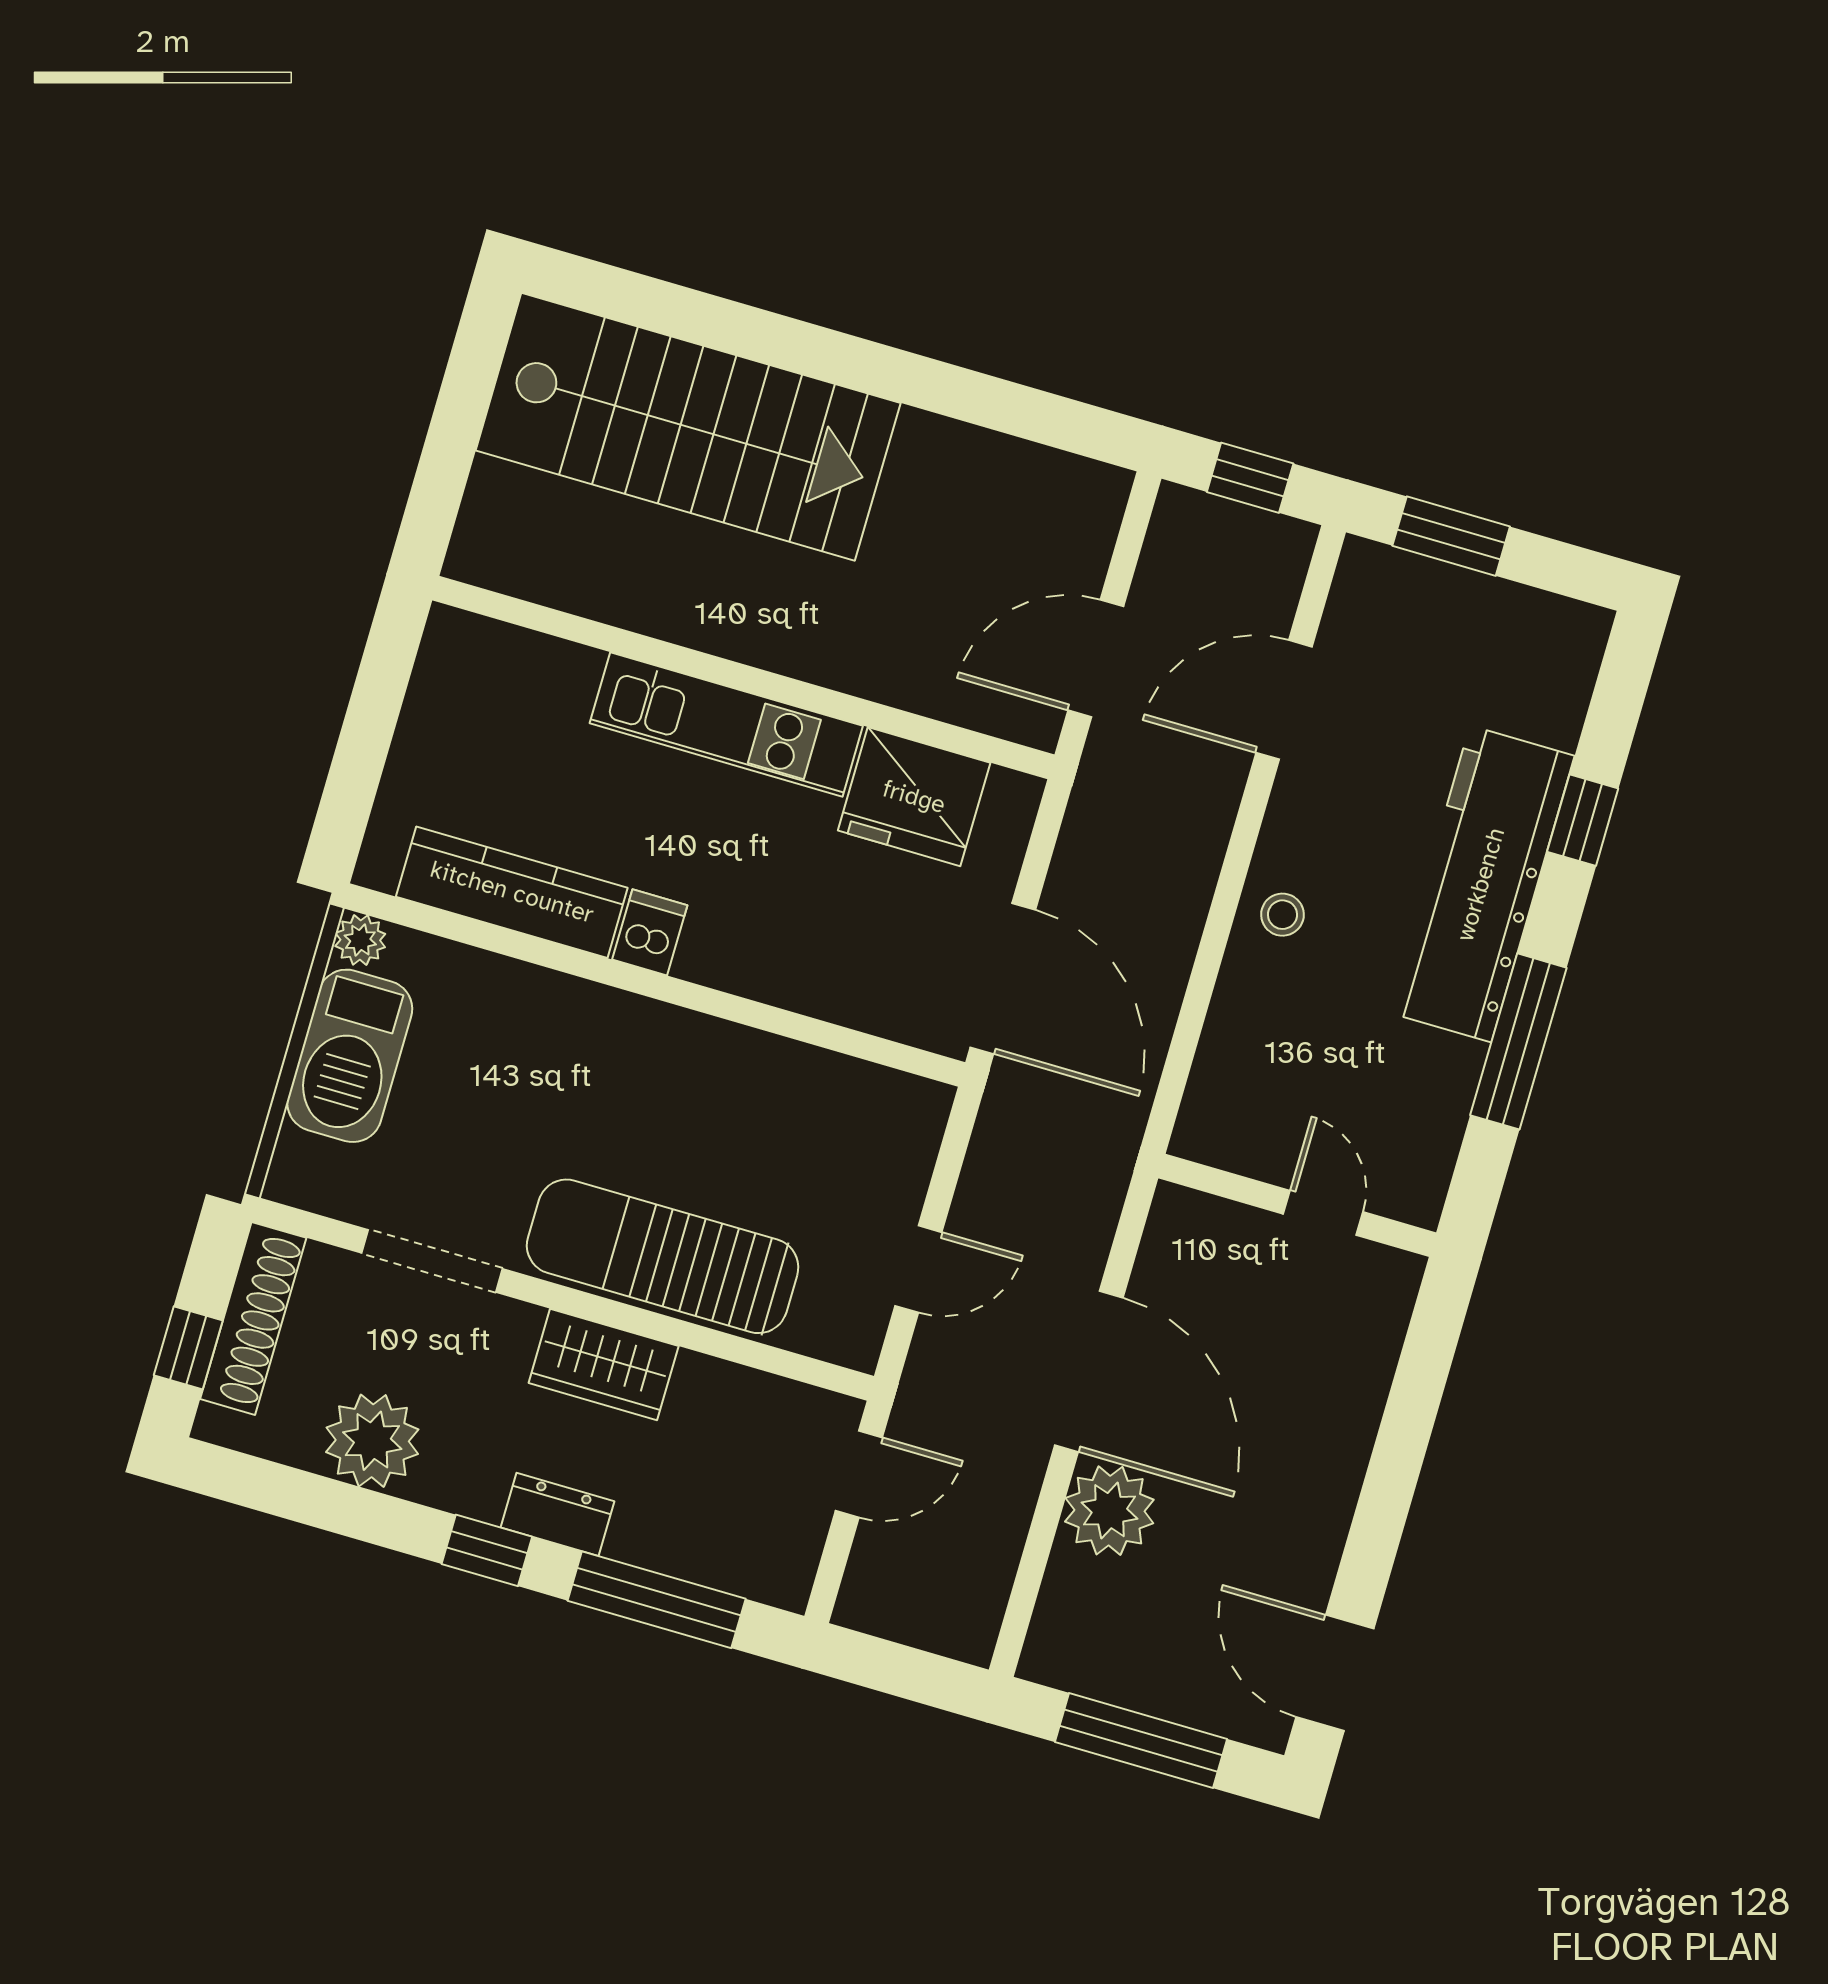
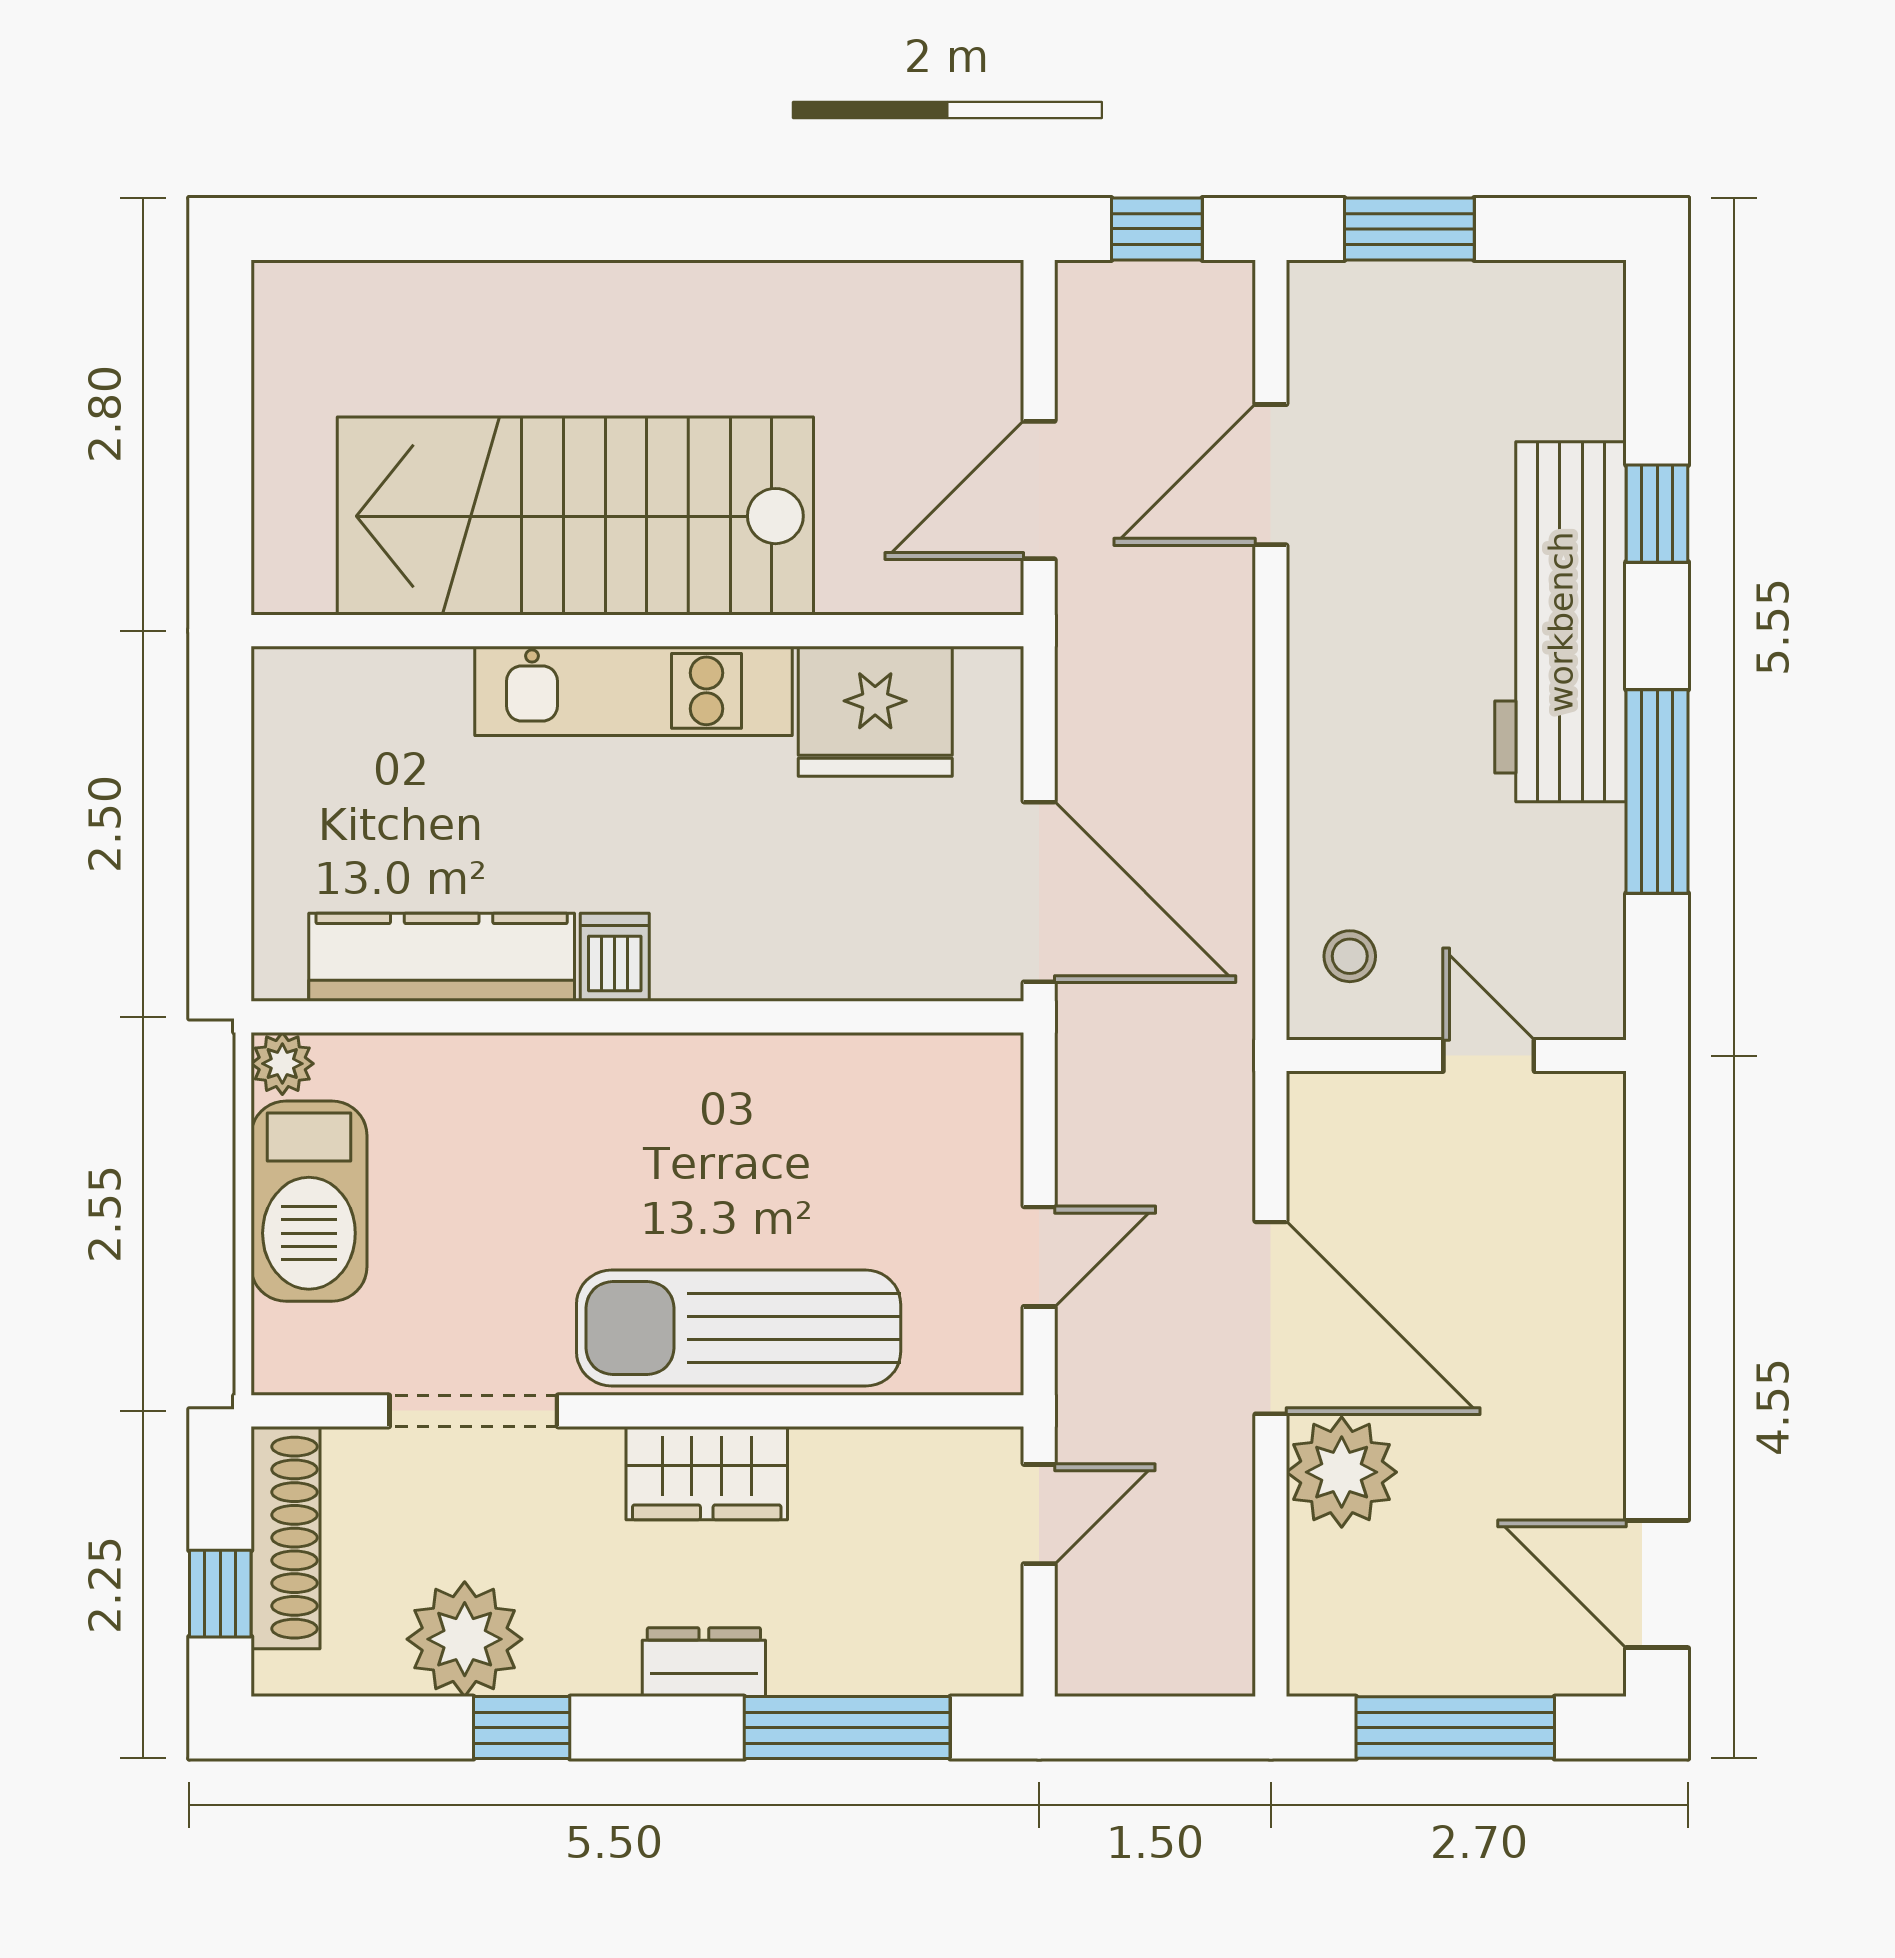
stairs: (688, 427) -> (575, 516), moved, turned 180
stool: (1282, 915) -> (1350, 956), moved
window: (487, 1550) -> (522, 1728), moved

